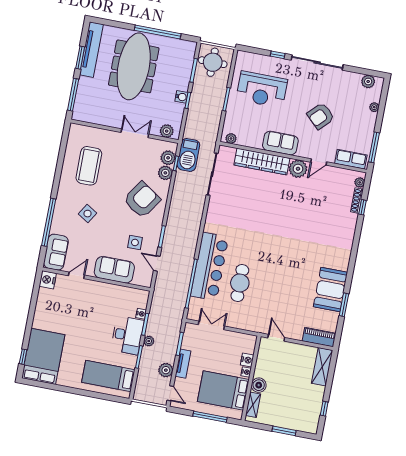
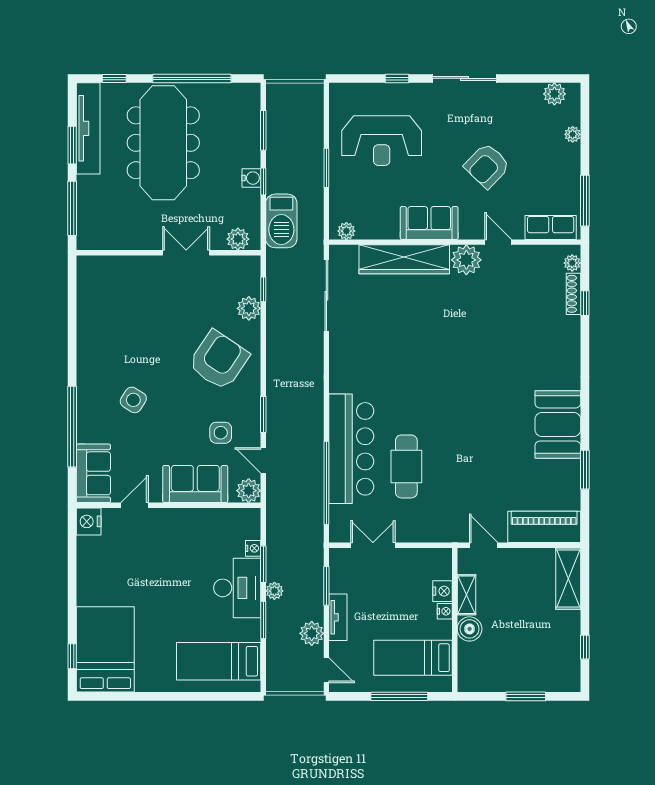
window: (112, 23) -> (114, 78), added
round table: (213, 62) -> (292, 111), removed
sliding door: (317, 62) -> (464, 78), width x0.73
barbecue: (188, 155) -> (281, 221), moved
plant: (168, 158) -> (249, 491), moved
door: (319, 162) -> (498, 242), swing flipped
coffee table: (89, 166) -> (121, 321), removed
booth: (330, 290) -> (558, 424), moved
piano: (319, 337) -> (544, 527), width x1.37, depth x1.33
bed: (223, 390) -> (413, 658), width x0.67
shelving: (253, 405) -> (466, 595), moved

